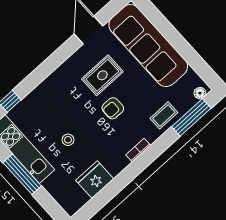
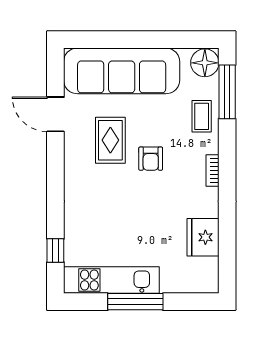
floor lamp: (200, 93) -> (205, 63), width x1.89, depth x1.89
stool: (68, 140) -> (142, 228), removed

